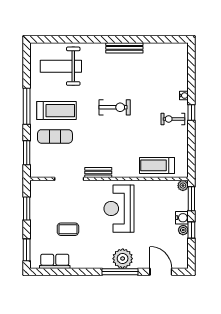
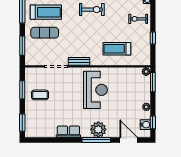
window: (191, 113) -> (153, 38), moved
treadmill: (157, 165) -> (117, 49), moved
reception desk: (119, 209) -> (95, 90), turned 180
water cooler: (182, 218) -> (145, 125), moved
coffee table: (68, 229) -> (40, 95), moved
window: (191, 230) -> (153, 122), moved
row of seats: (55, 261) -> (68, 132), moved

